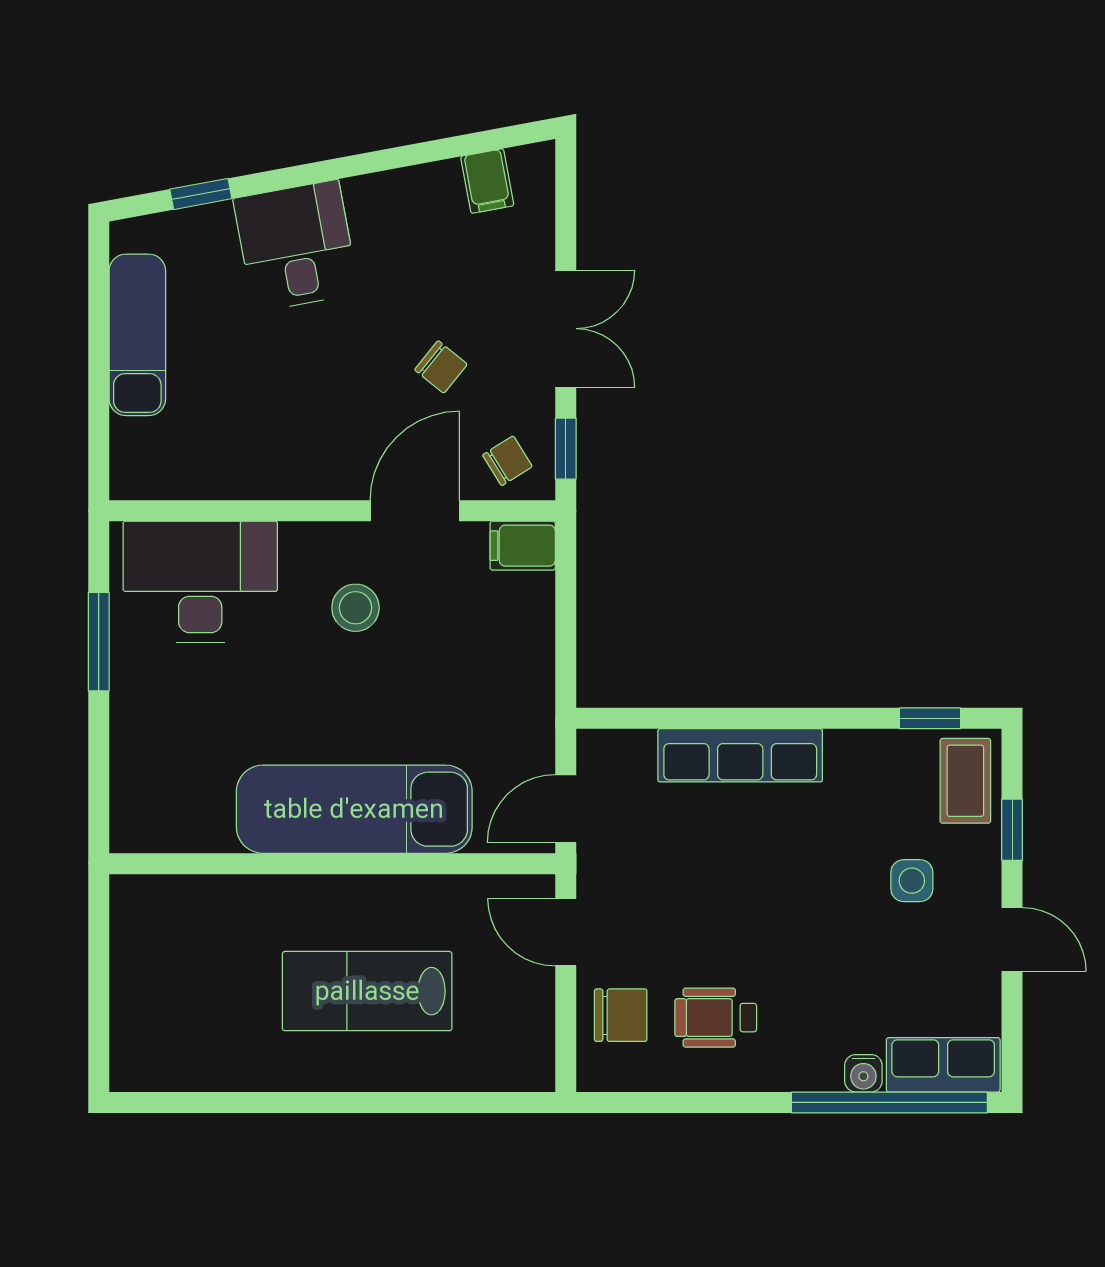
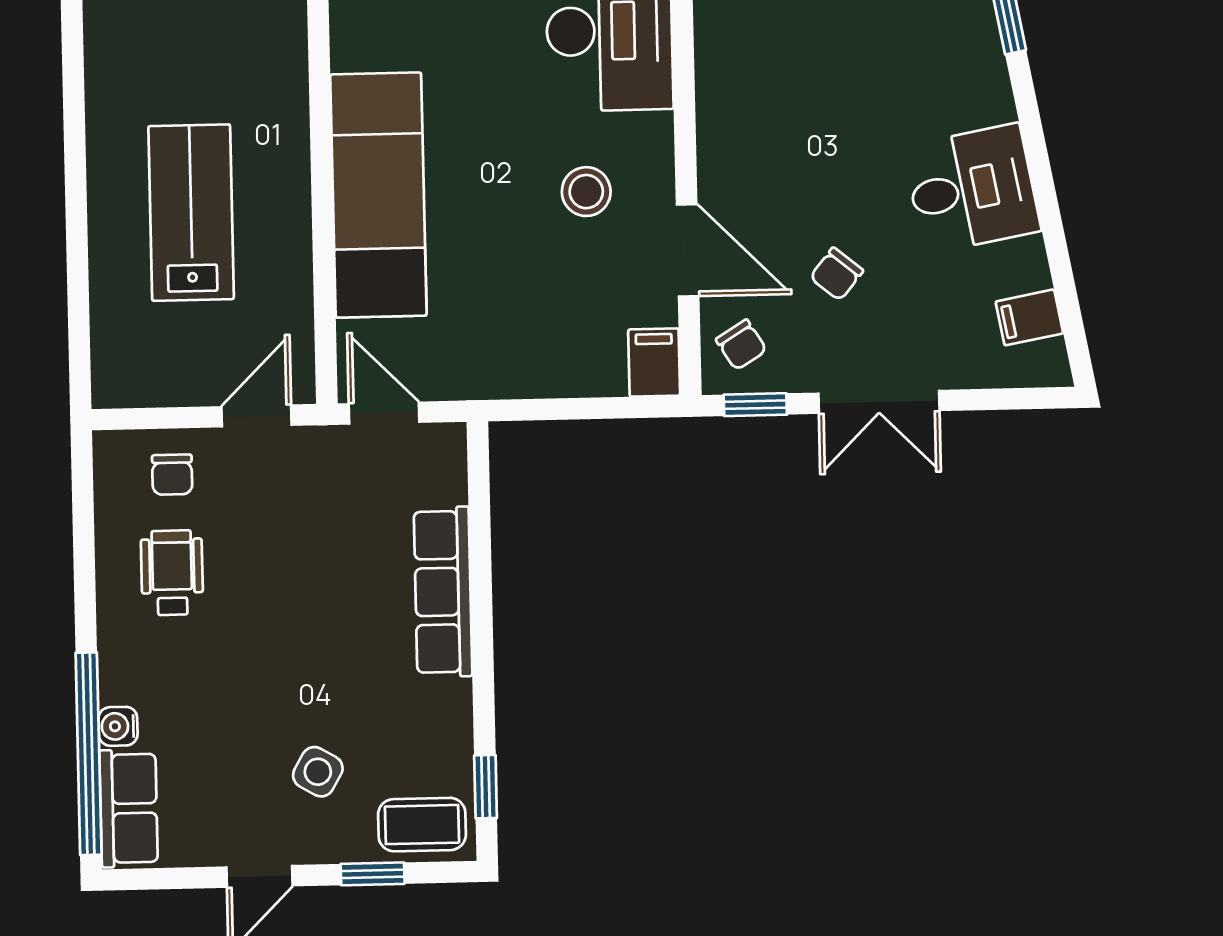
desk: (296, 246) -> (972, 189), moved
side table: (912, 881) -> (318, 772), turned 30
chair: (621, 1015) -> (172, 475), width x0.73, depth x0.73

